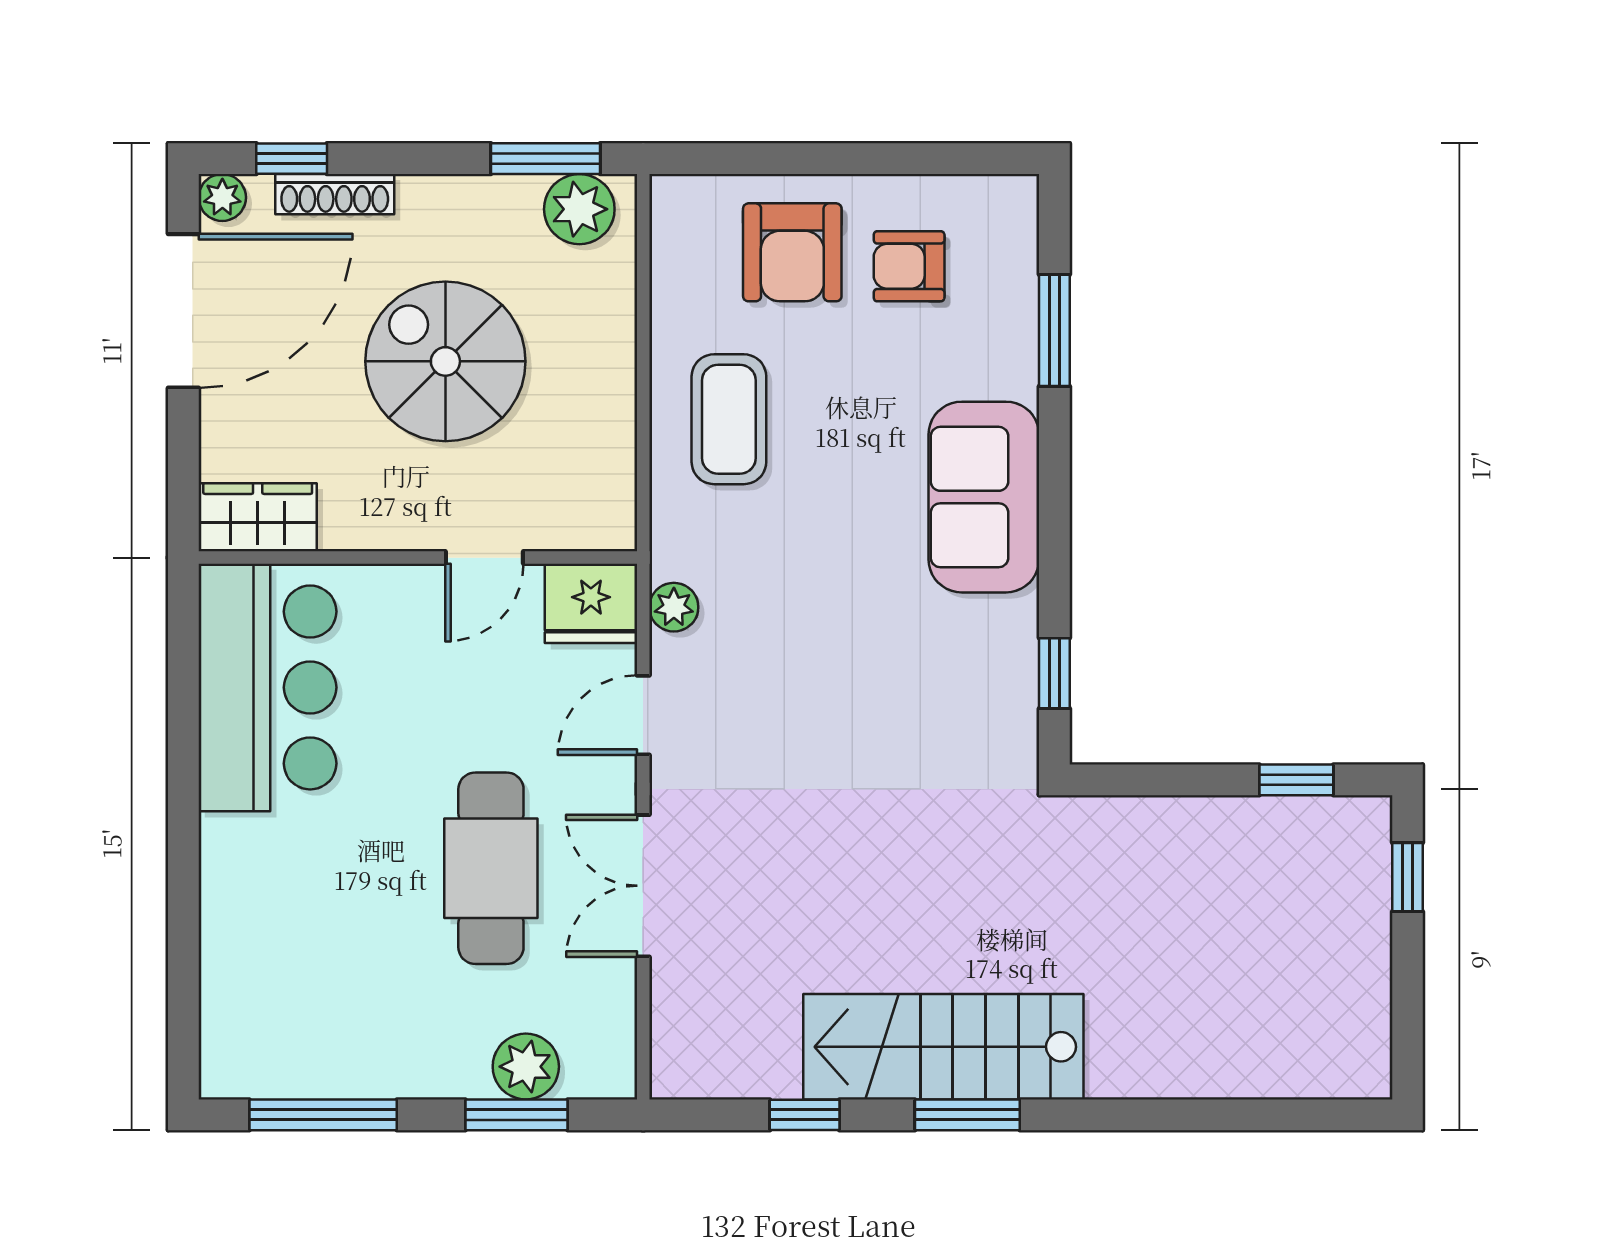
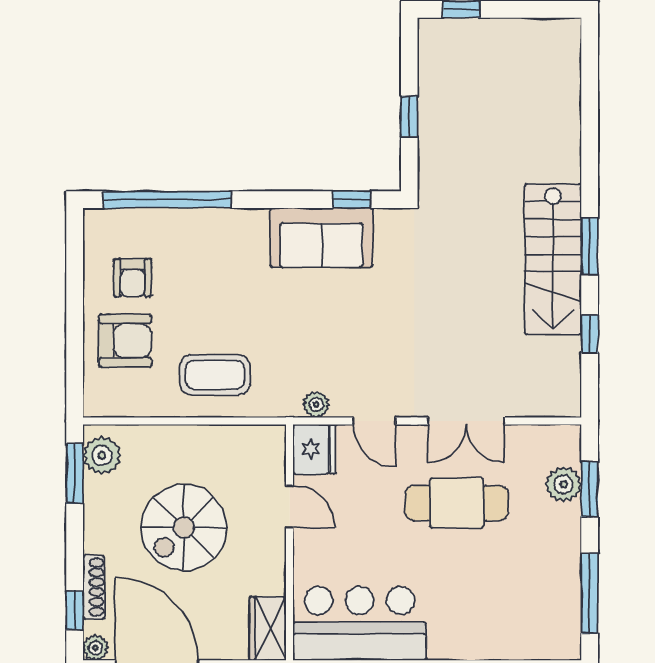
window: (1054, 330) -> (167, 200), width x2.11
sofa: (984, 497) -> (321, 238), moved
window: (1296, 780) -> (409, 116), moved

